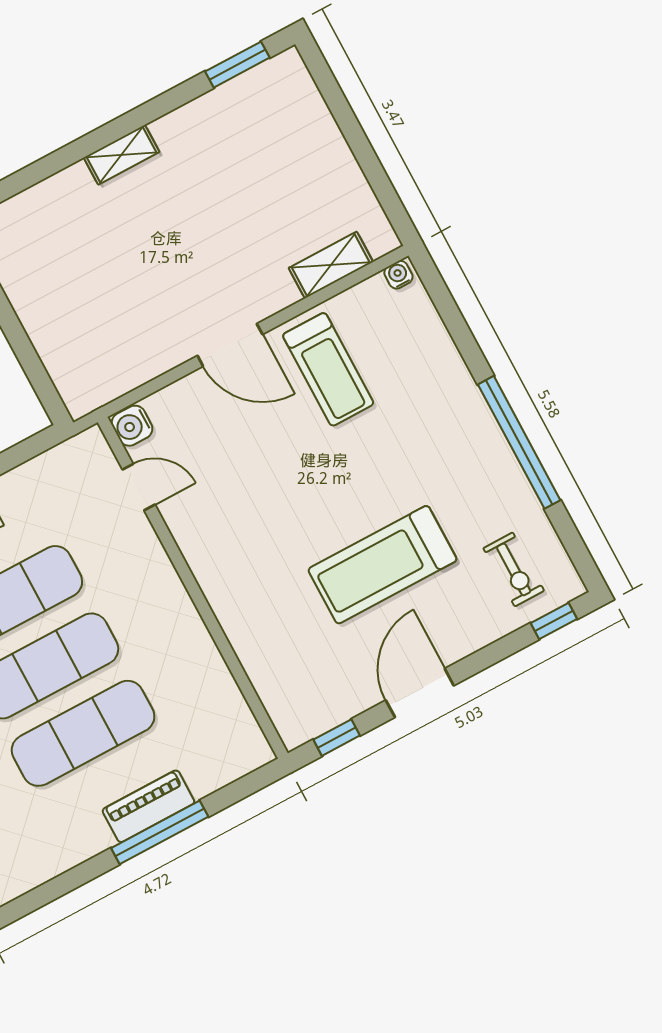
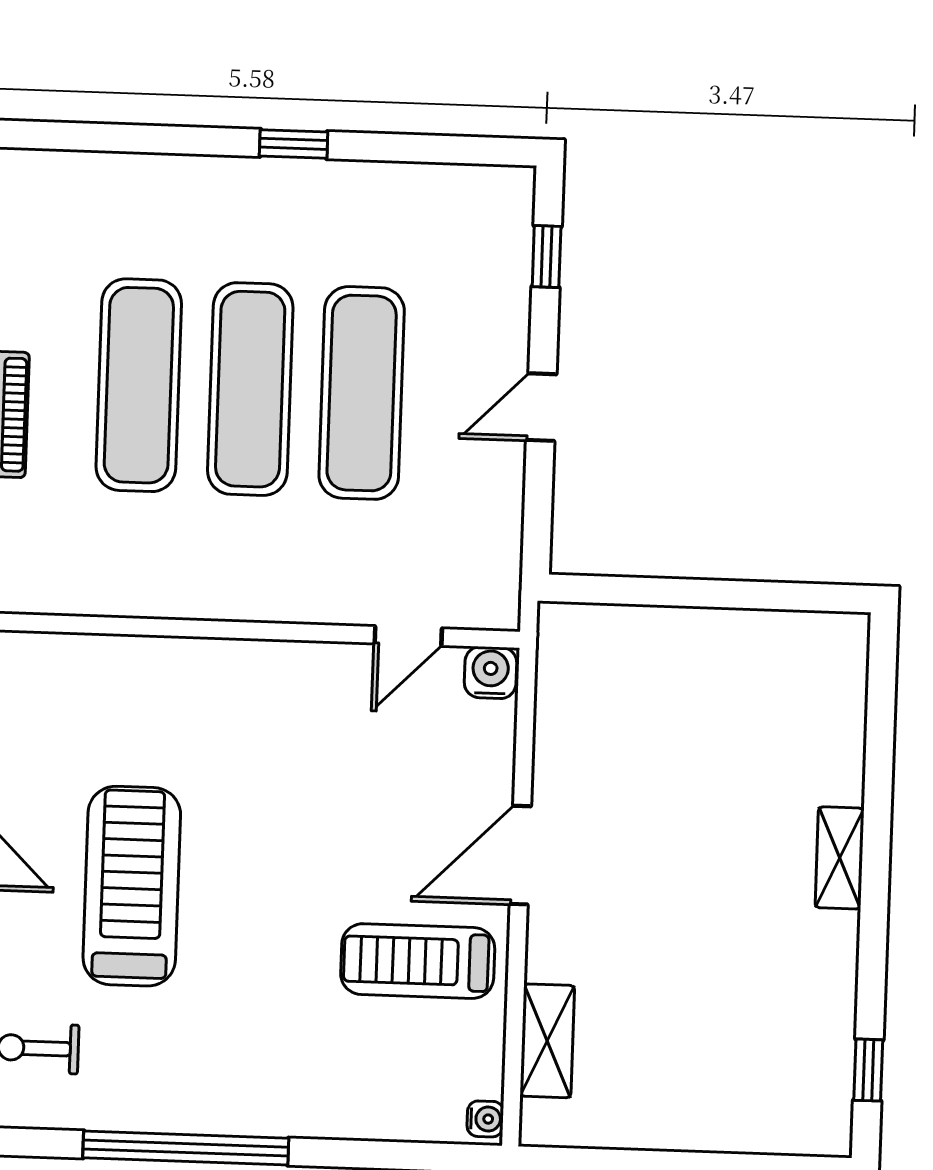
window: (237, 65) -> (868, 1070), width x0.67

